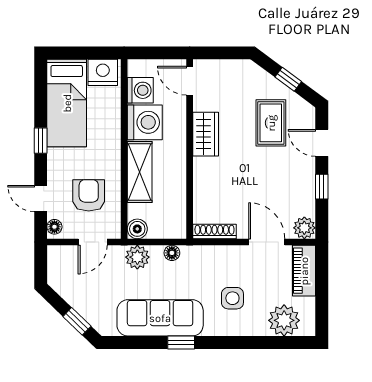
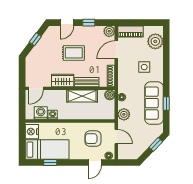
washing machine: (145, 122) -> (53, 115), width x0.53, depth x0.53
rug: (271, 123) -> (74, 53), moved
window: (41, 141) -> (50, 163), moved
shelving: (140, 172) -> (82, 96), moved
bench: (202, 182) -> (87, 82), added
boiler: (137, 229) -> (110, 95), moved
window: (181, 342) -> (166, 104), moved

